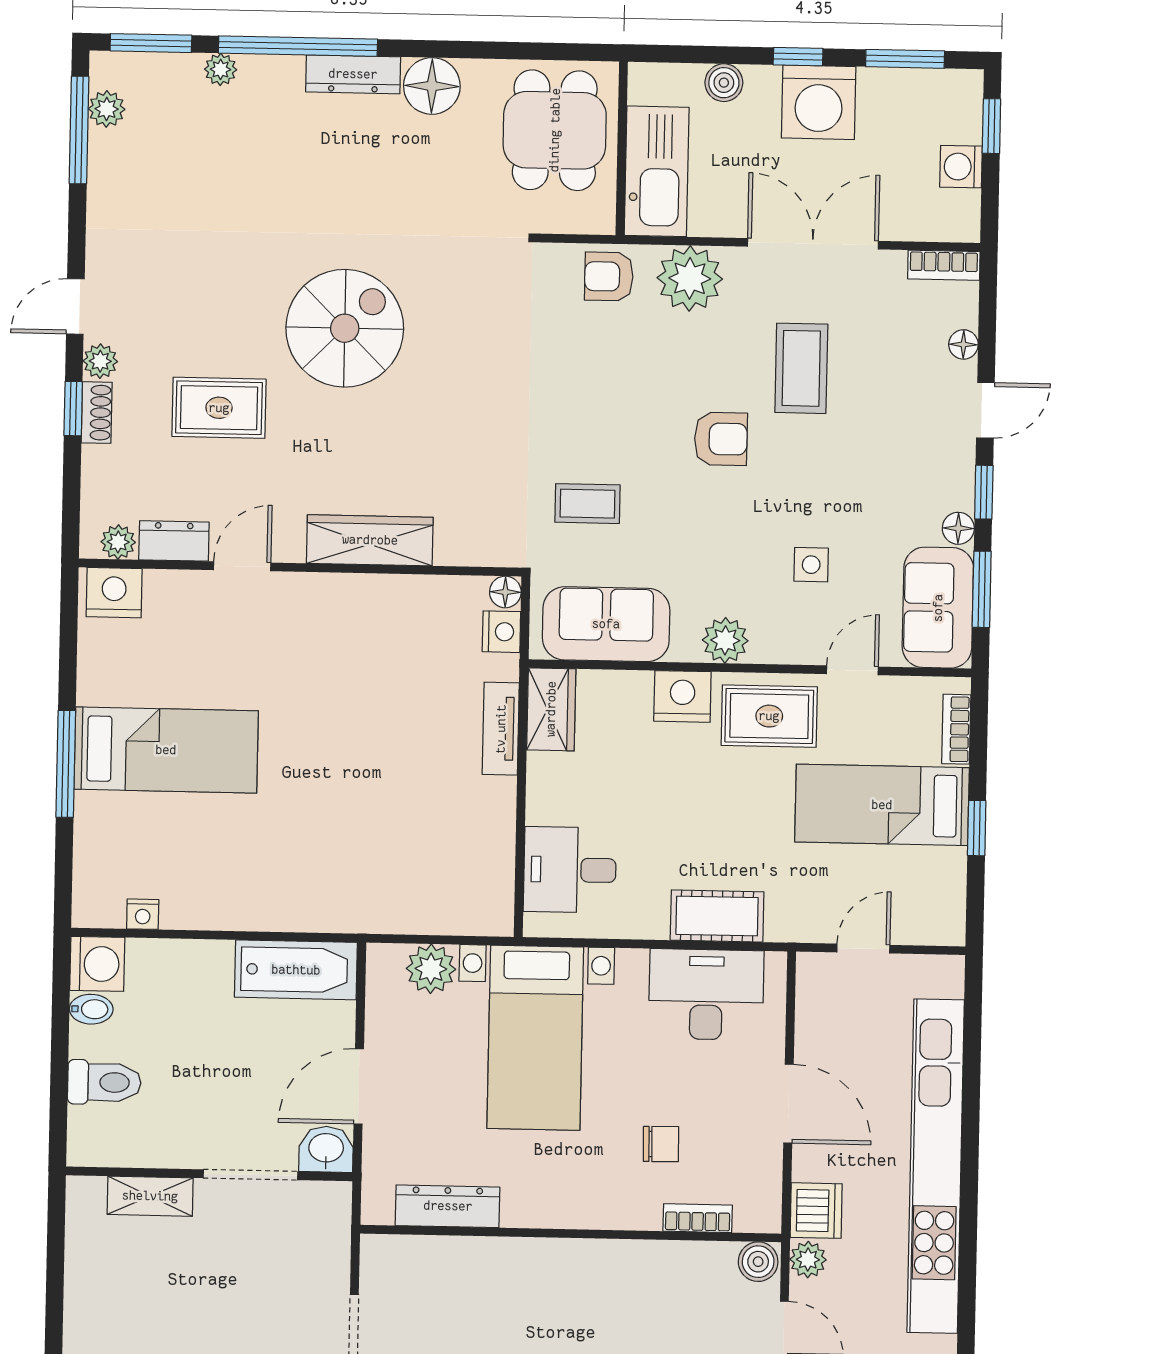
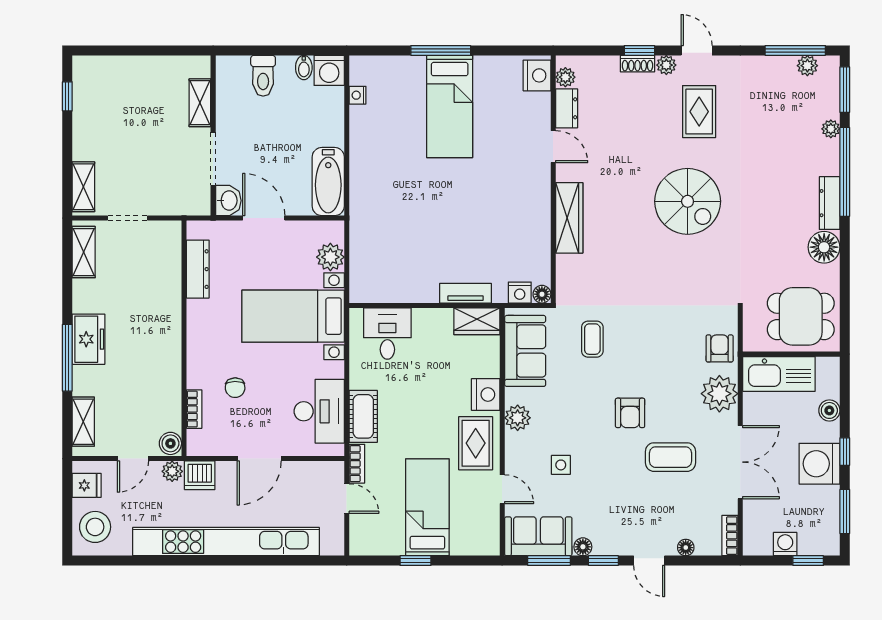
rug: (219, 408) -> (699, 112), moved
bookcase: (956, 729) -> (357, 464), moved, turned 90

